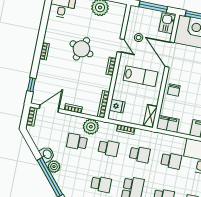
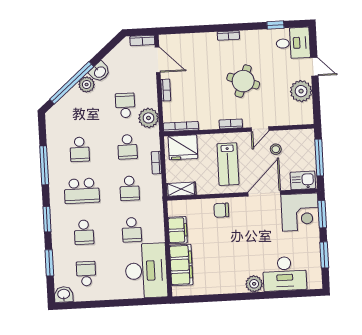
window: (31, 85) -> (275, 25), moved
fridge: (117, 106) -> (183, 147), width x1.88, depth x1.34
filing cabinet: (168, 124) -> (178, 230), moved

